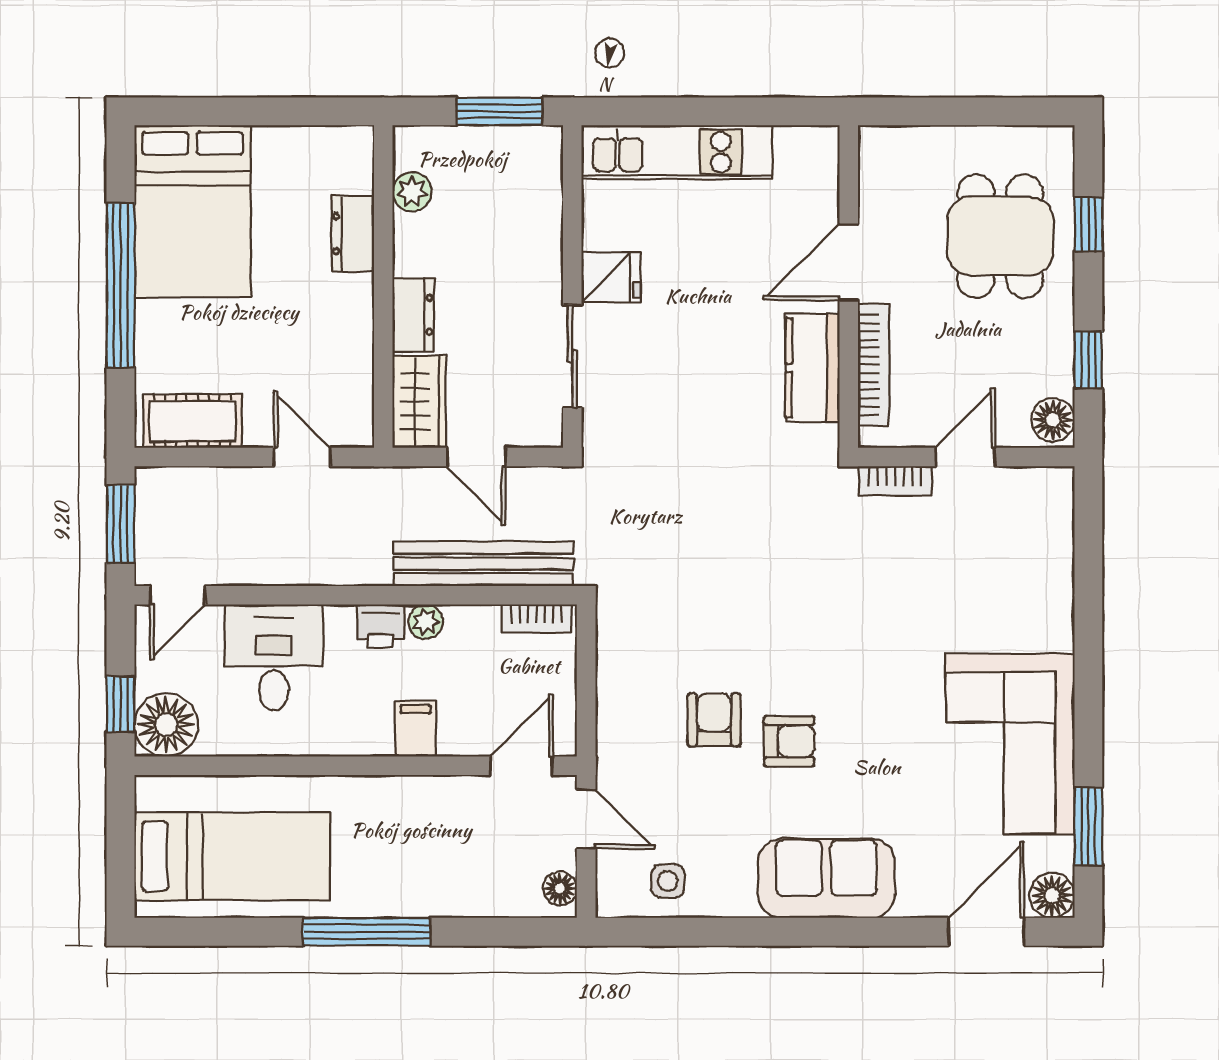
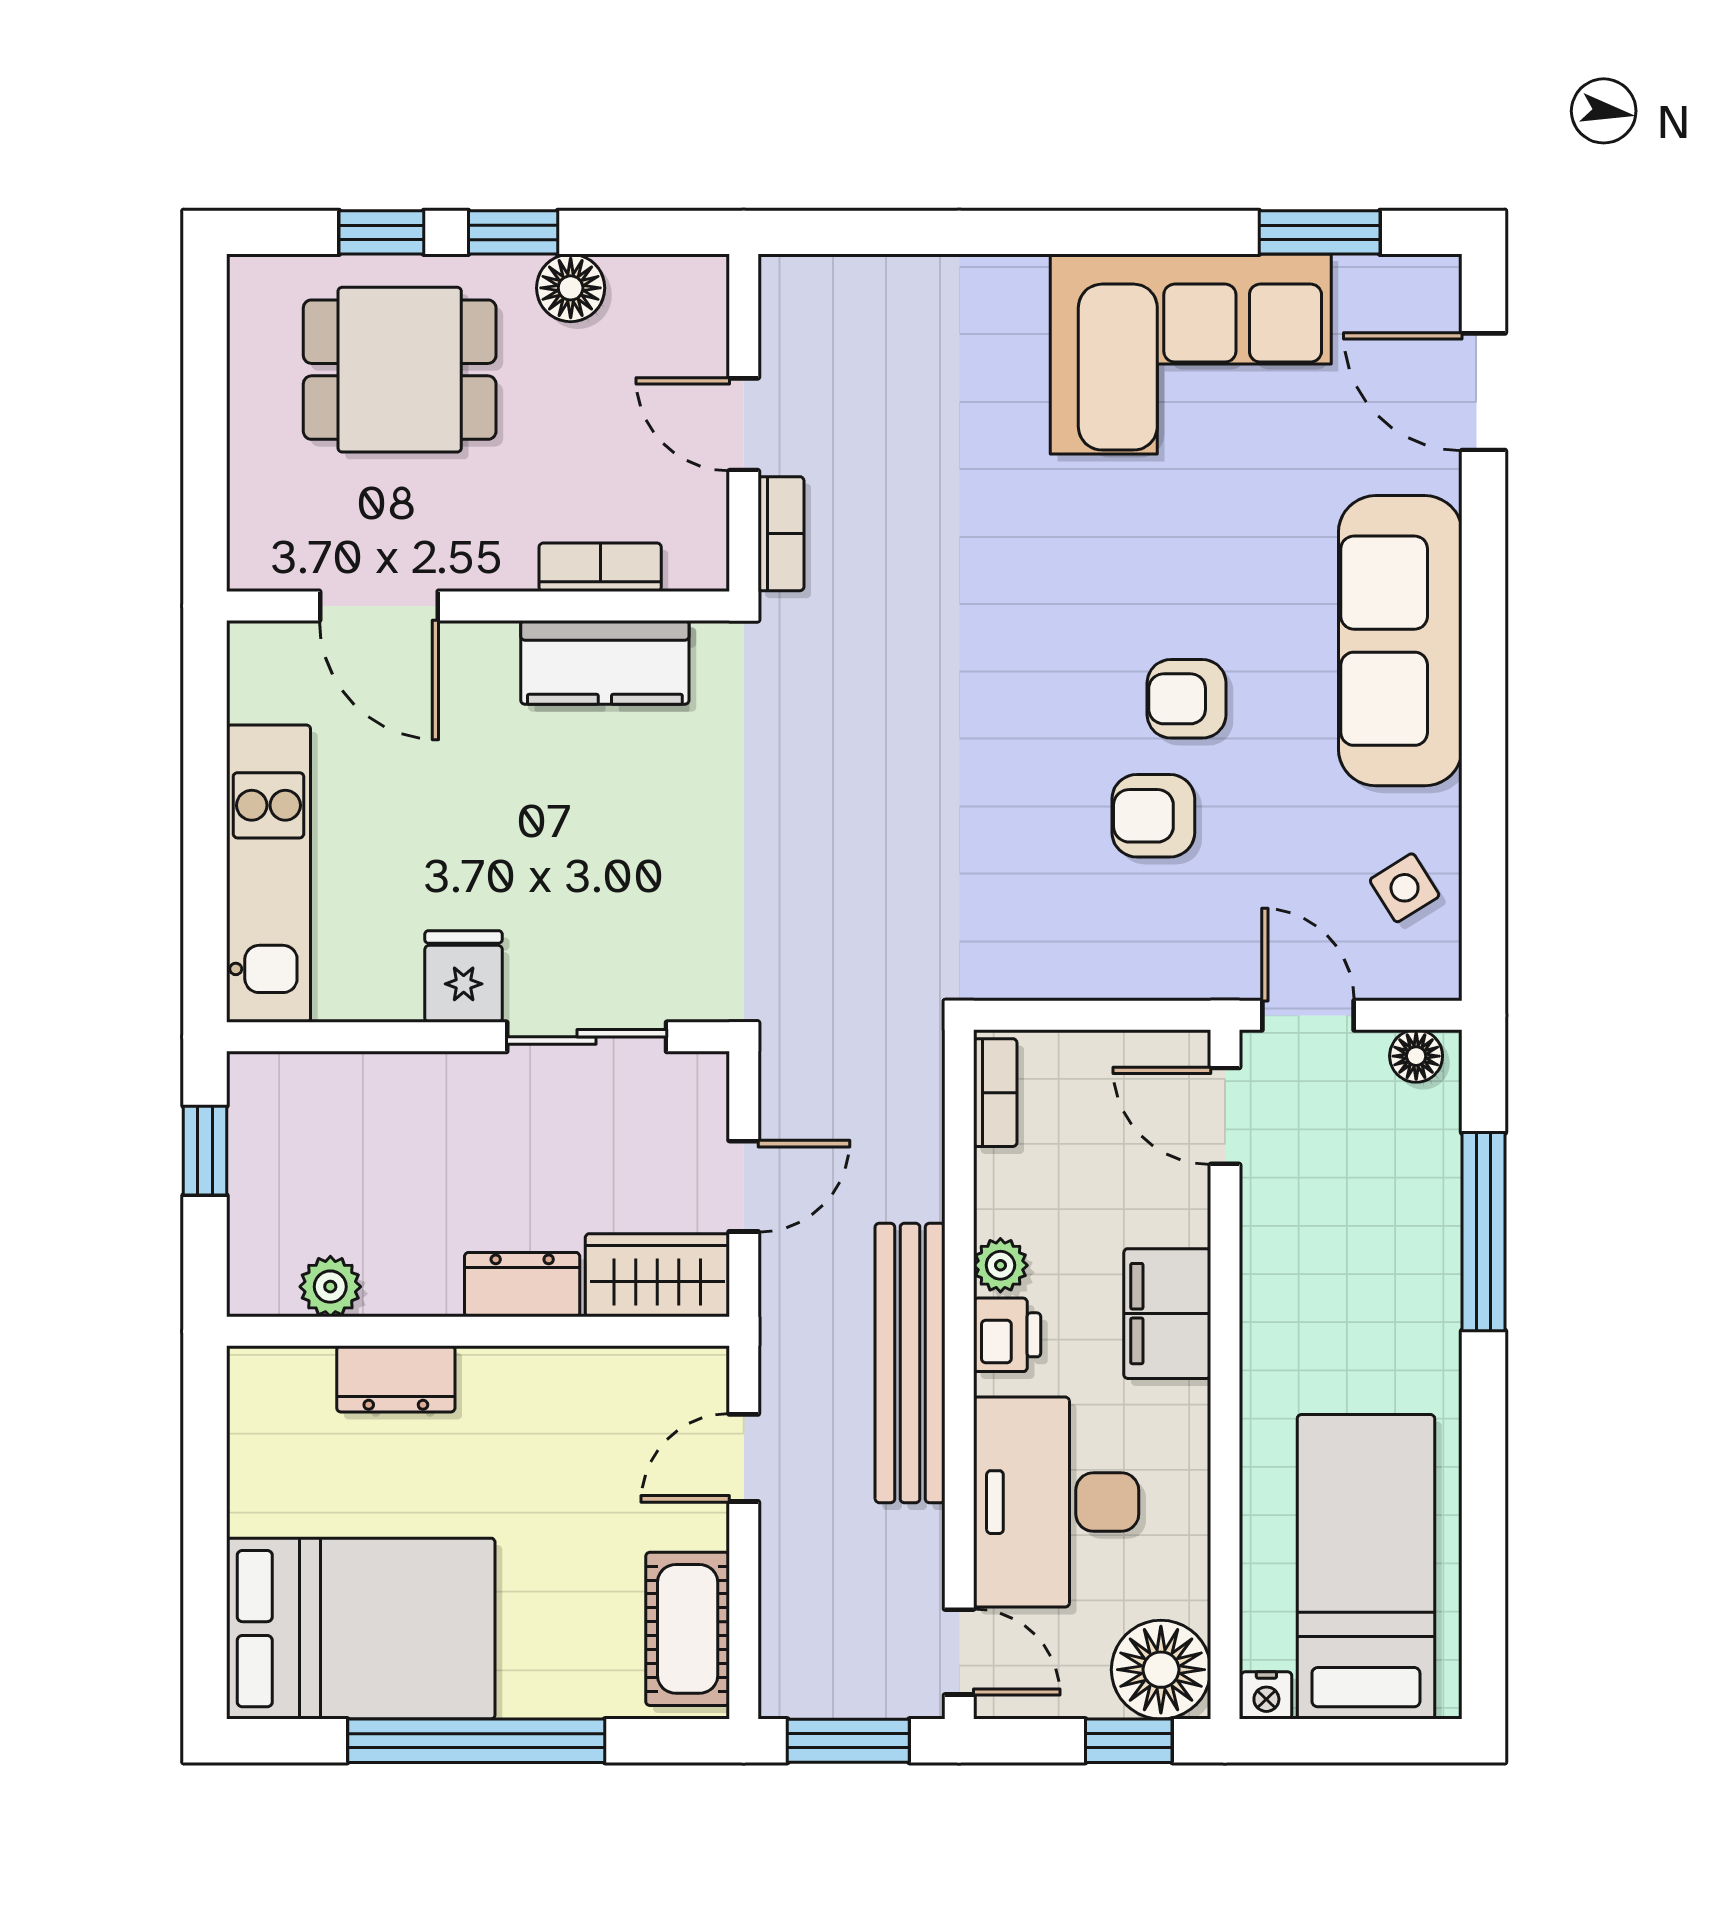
window: (499, 111) -> (205, 1151), width x0.67
door: (849, 262) -> (379, 606), moved
window: (1088, 360) -> (513, 232), moved
bookcase: (874, 365) -> (600, 567), width x0.64
floor lamp: (1053, 420) -> (571, 288), moved
bench: (483, 564) -> (910, 1363), moved
desk: (274, 657) -> (1056, 1502), width x1.37
filing cabinet: (416, 729) -> (1167, 1314), width x2.00
armchair: (789, 741) -> (1187, 699), turned -90
nightstand: (150, 792) -> (1266, 1695), added
door: (586, 819) -> (1308, 1015), hinge flipped
sofa: (826, 878) -> (1400, 641), width x1.36
side table: (668, 881) -> (1405, 888), turned -32
floor lamp: (1052, 895) -> (1427, 289), removed
window: (367, 932) -> (1483, 1232), moved

